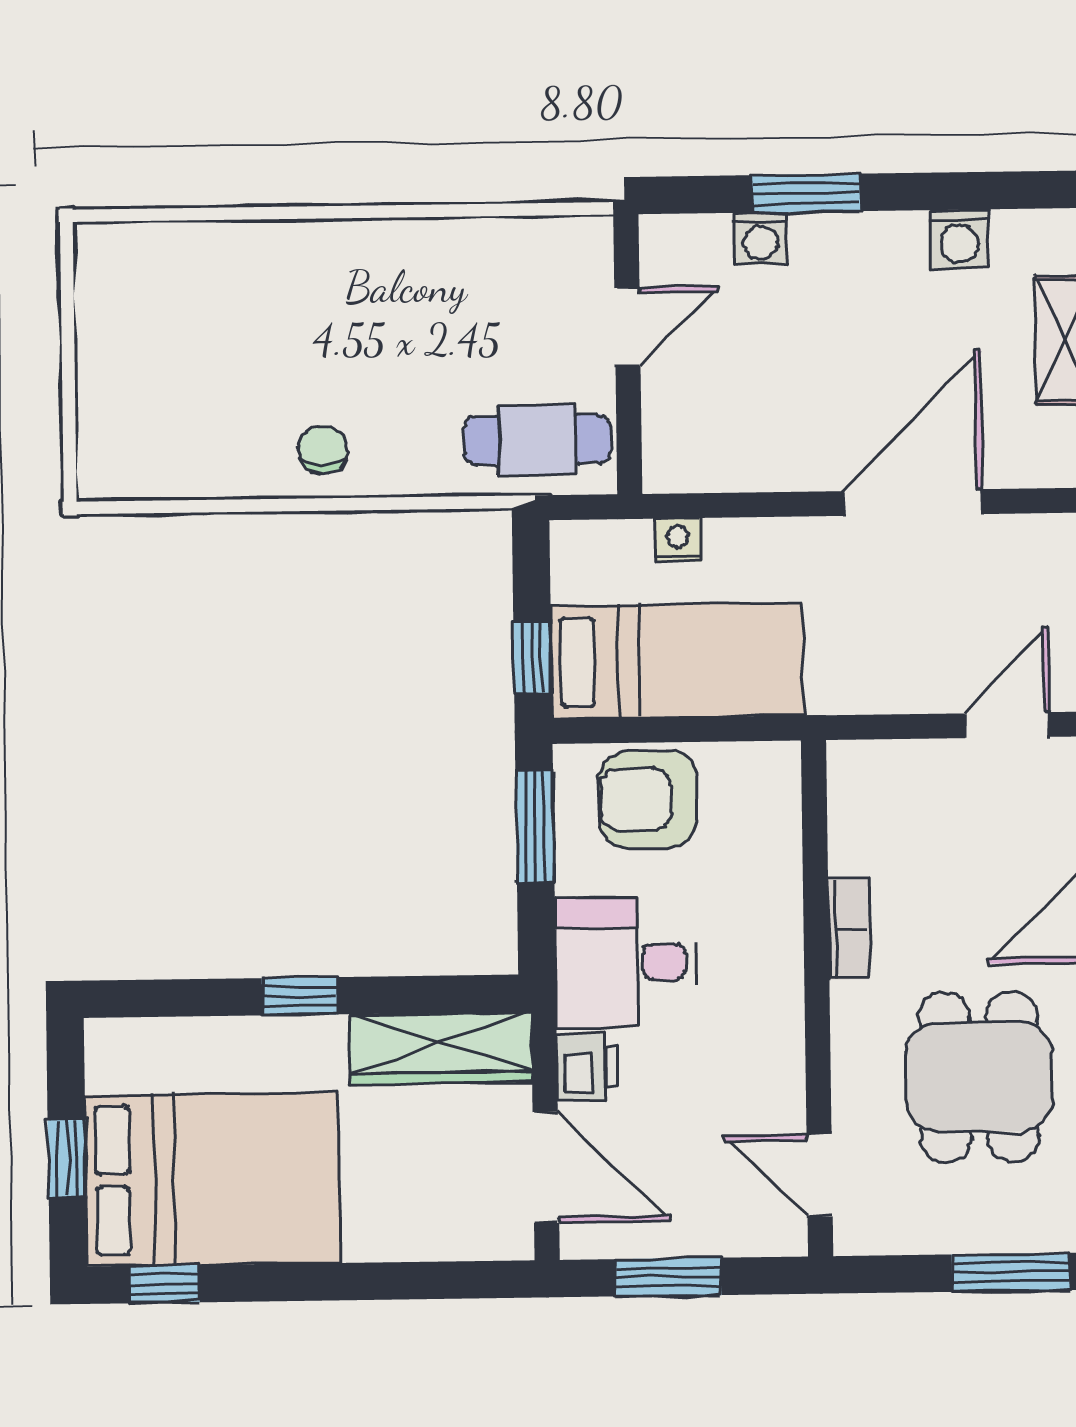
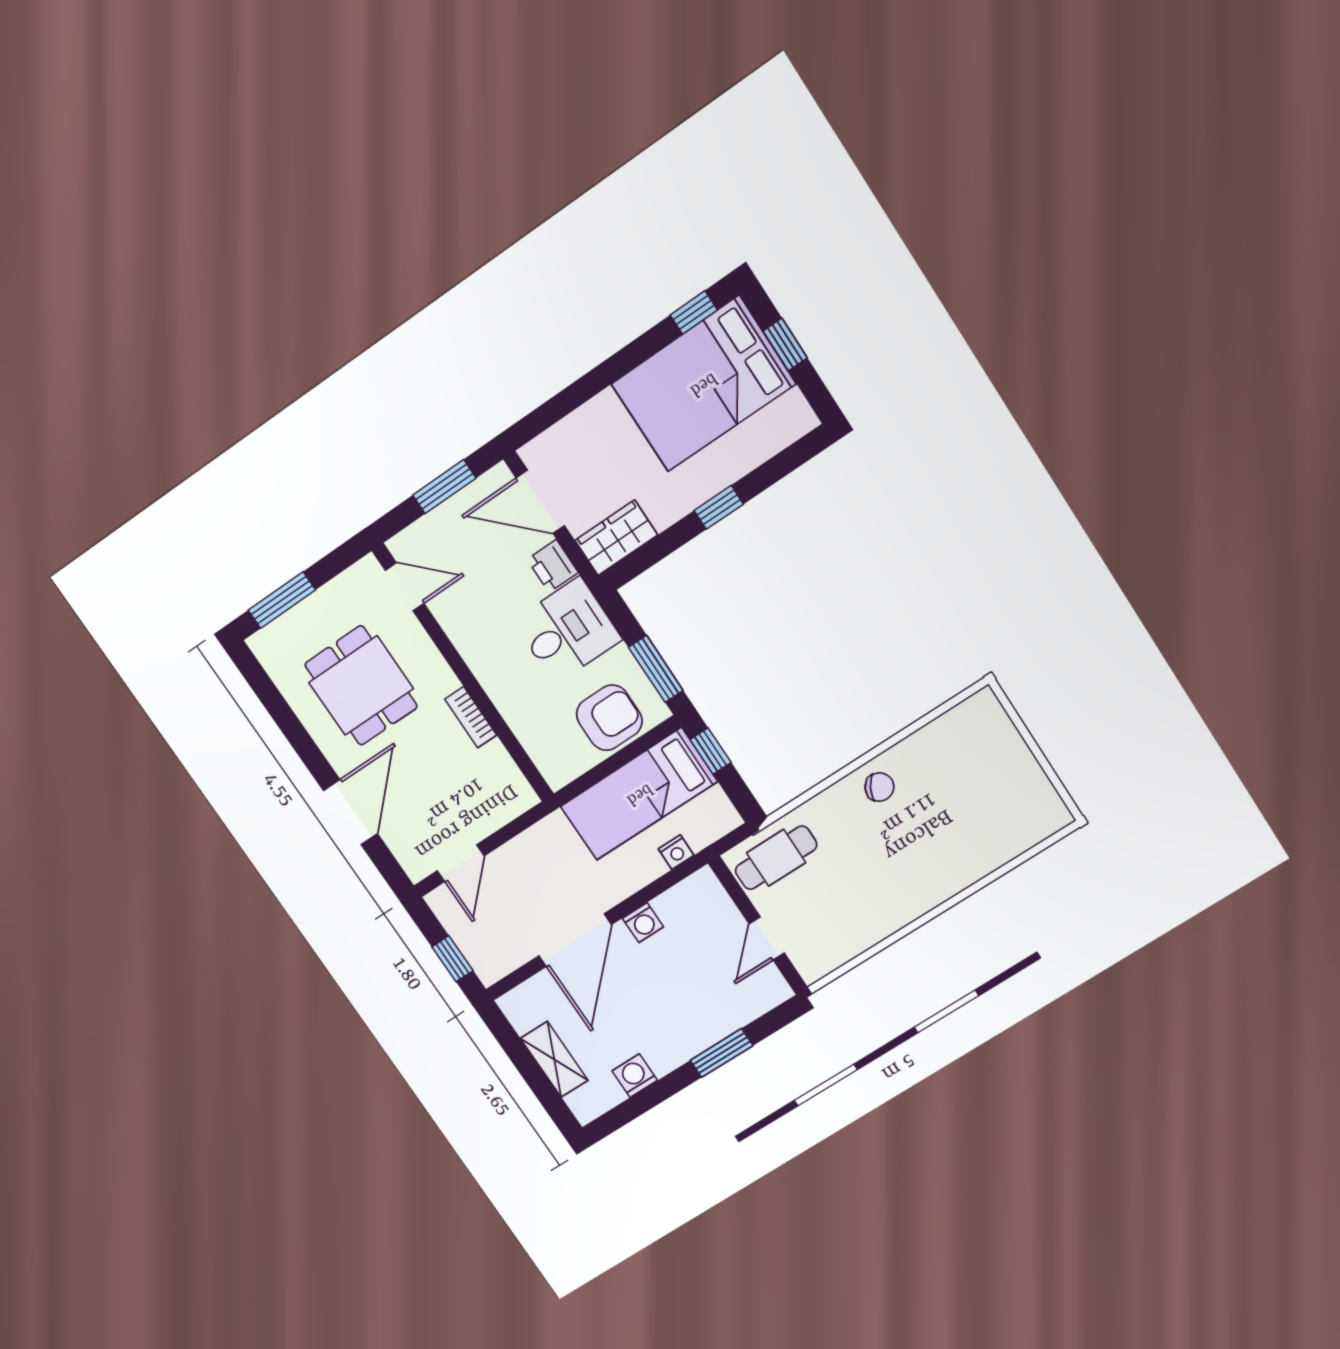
washing machine: (761, 239) -> (643, 923), moved, turned 180
chair: (323, 450) -> (879, 787), turned -61
wardrobe: (441, 1048) -> (616, 538), width x0.67

